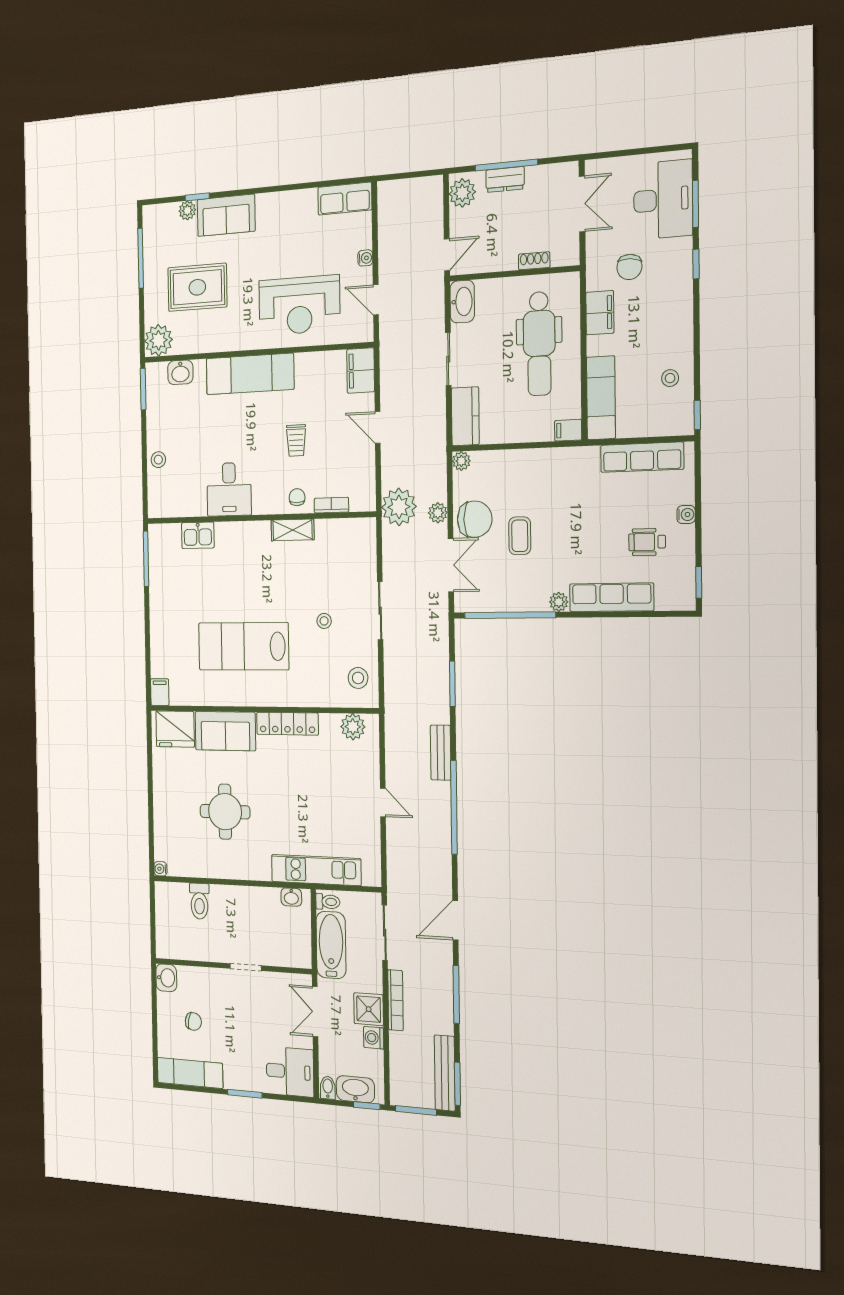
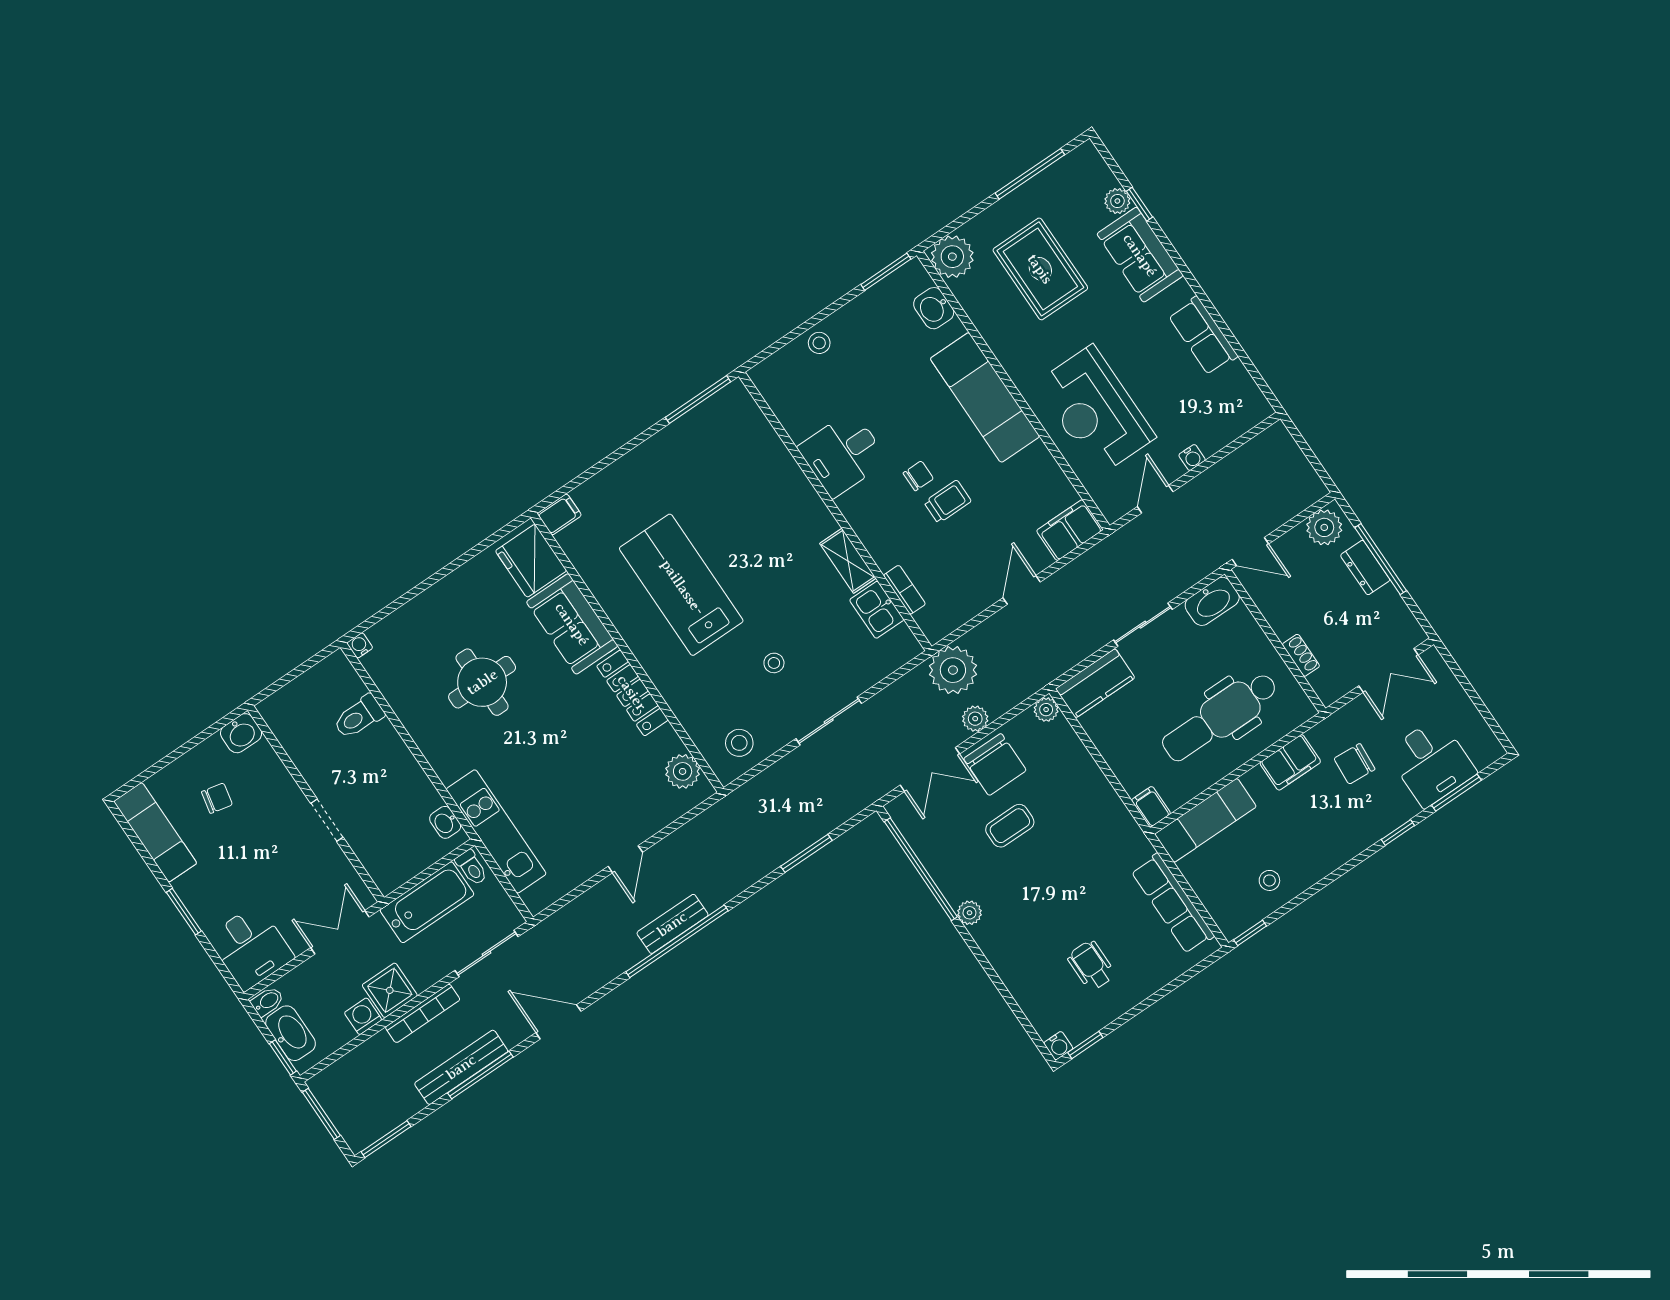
row of seats: (345, 199) -> (1203, 336), moved
desk: (663, 200) -> (1431, 762), width x0.73
trolley: (296, 440) -> (948, 502), turned 180
chair: (297, 497) -> (918, 476), moved
water cooler: (686, 514) -> (1058, 1046), moved
kitchen sink: (198, 535) -> (877, 610), moved
row of seats: (612, 597) -> (1011, 966), removed
bench: (441, 753) -> (672, 924), moved
chair: (193, 1021) -> (217, 798), turned -88
bench: (445, 1073) -> (461, 1067), moved

